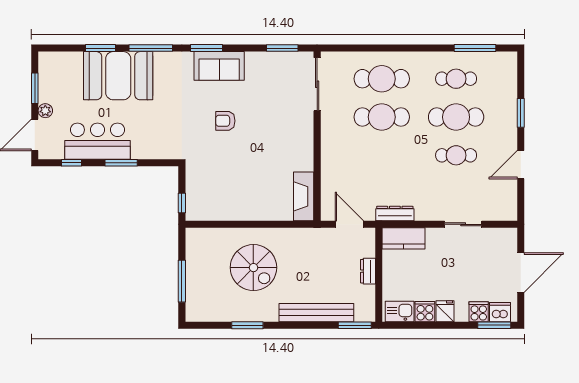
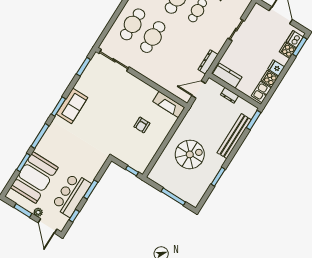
booth: (118, 76) -> (34, 178), moved
armchair: (225, 121) -> (142, 125), moved
kitchen counter: (404, 238) -> (227, 76), moved, turned -90

